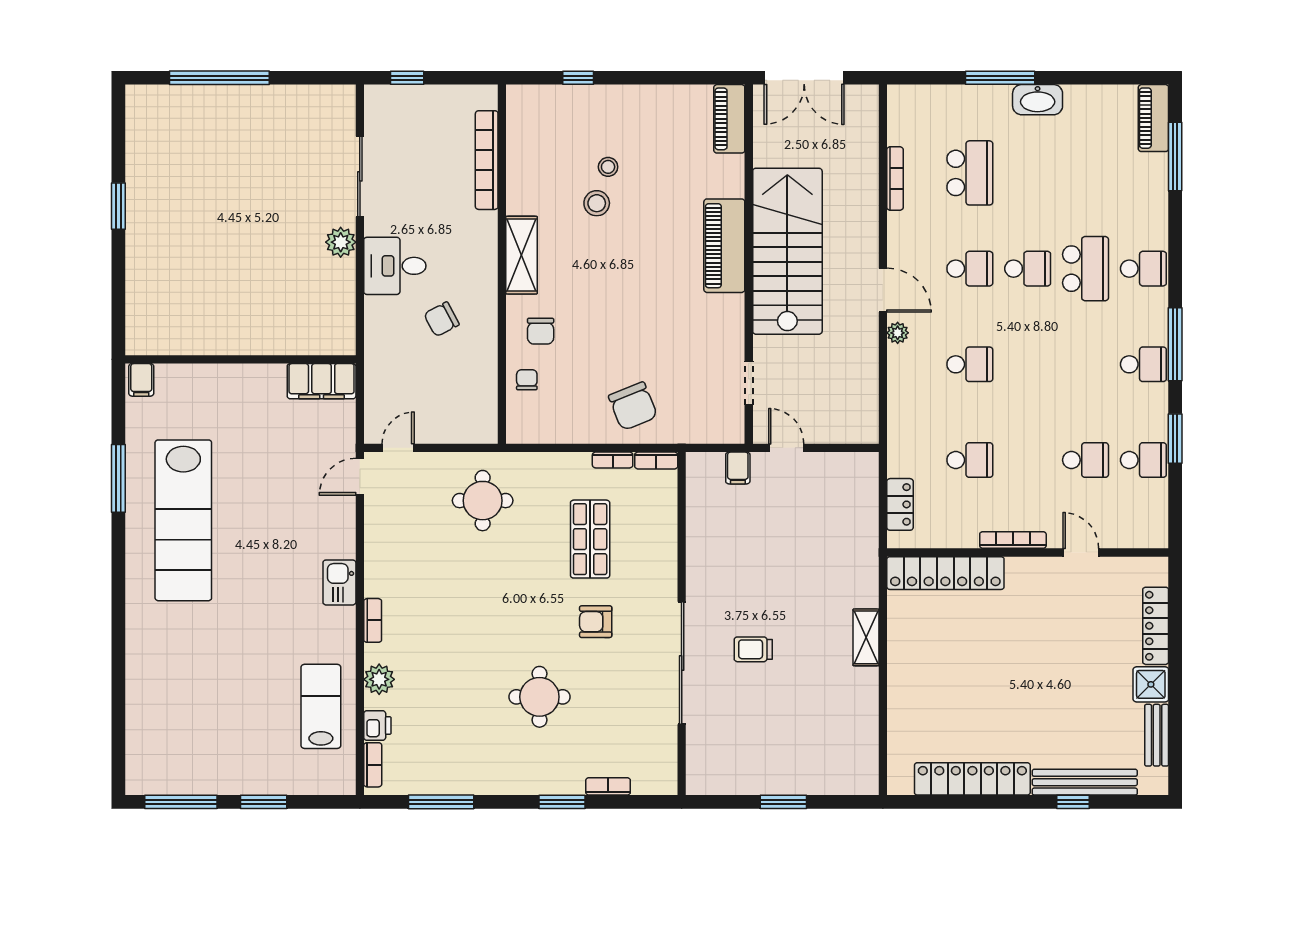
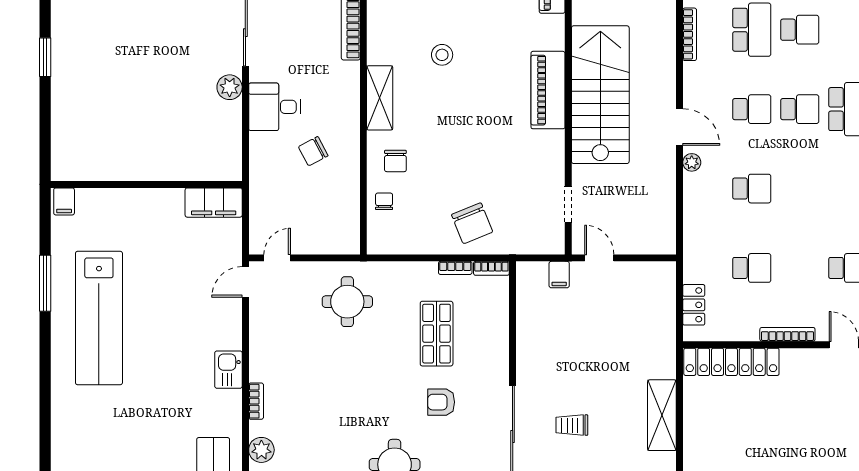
stool: (608, 167) -> (451, 25), removed
school desk: (1028, 173) -> (800, 30), added
shelving: (866, 637) -> (662, 415), width x1.50, depth x1.33

